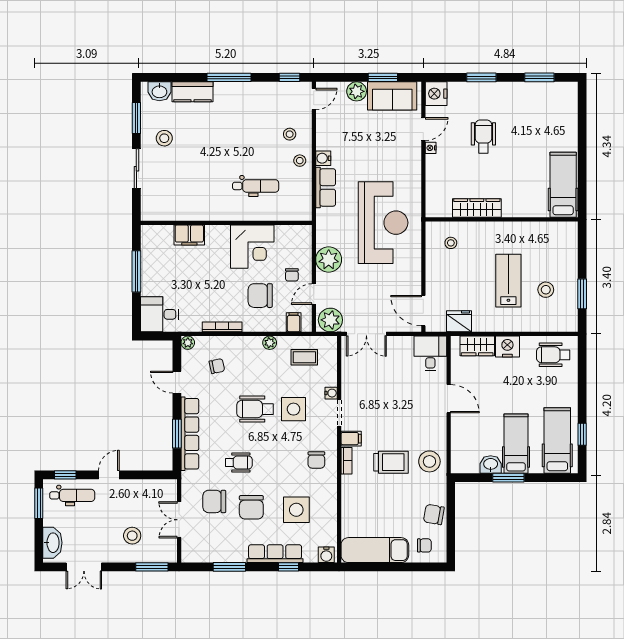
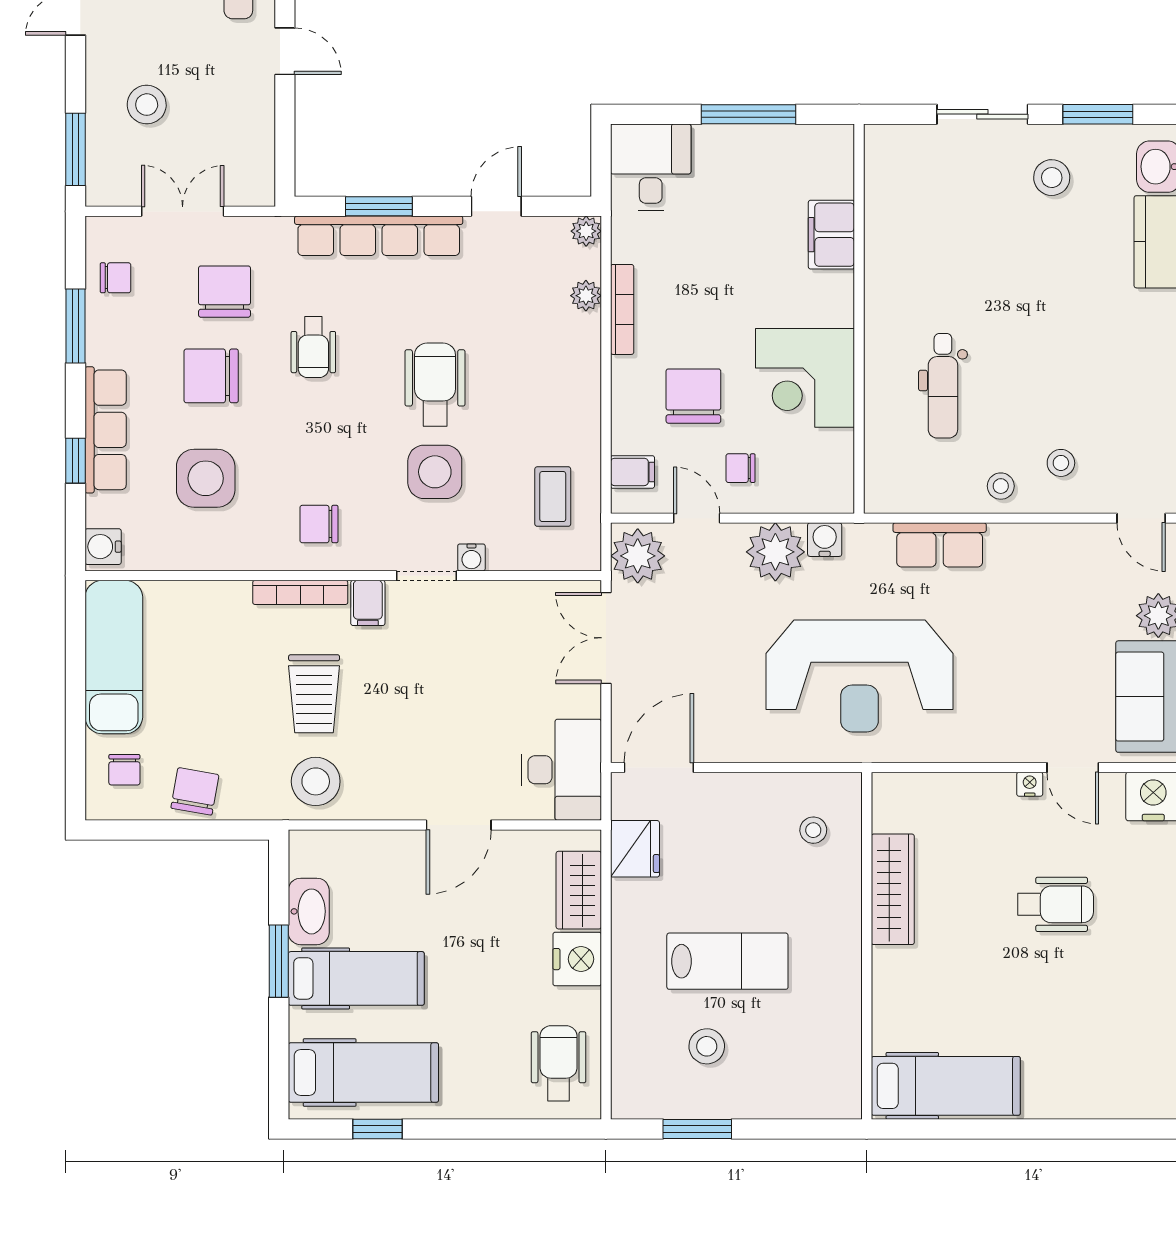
water cooler: (323, 158) -> (825, 540), moved
plant: (270, 343) -> (586, 296), moved
desk: (430, 353) -> (562, 770), width x1.37
chair: (217, 366) -> (116, 278), moved, turned -78
bookcase: (346, 461) -> (300, 592), width x1.56
washbasin: (491, 464) -> (309, 911), width x1.38

